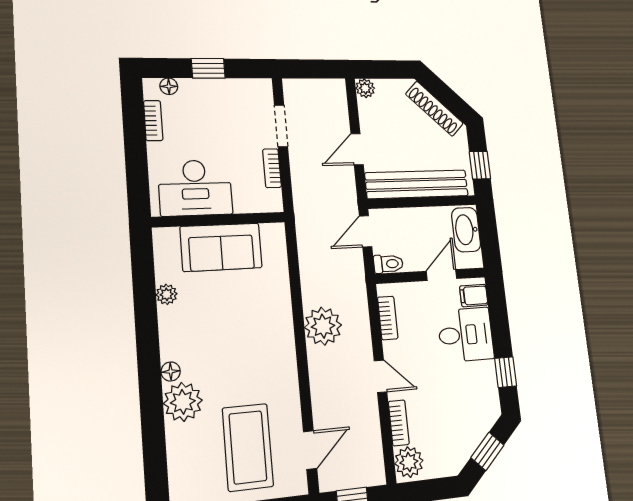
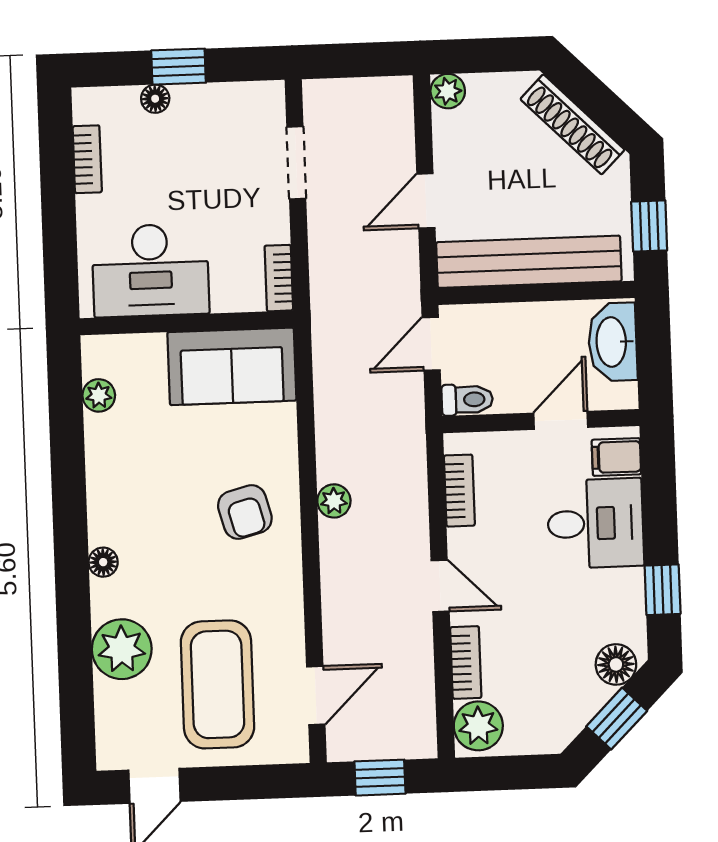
floor lamp: (169, 86) -> (155, 99), moved
bookcase: (272, 168) -> (279, 278), moved
sofa: (221, 247) -> (232, 366), moved
plant: (167, 294) -> (99, 395), moved
plant: (323, 326) -> (334, 501), width x0.53, depth x0.53
armchair: (260, 336) -> (245, 512), added
plant: (183, 402) -> (122, 649), moved
floor lamp: (484, 418) -> (616, 664), added

